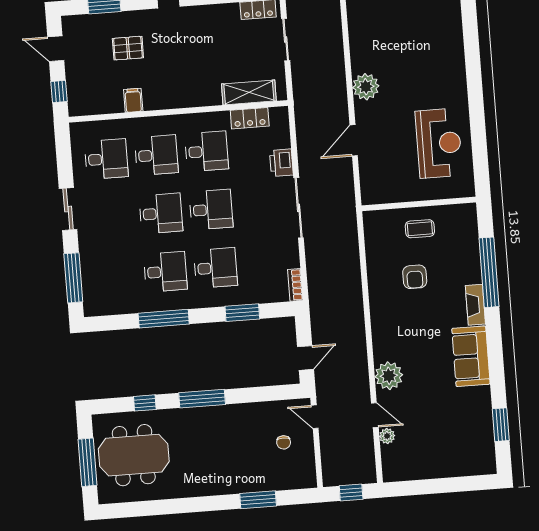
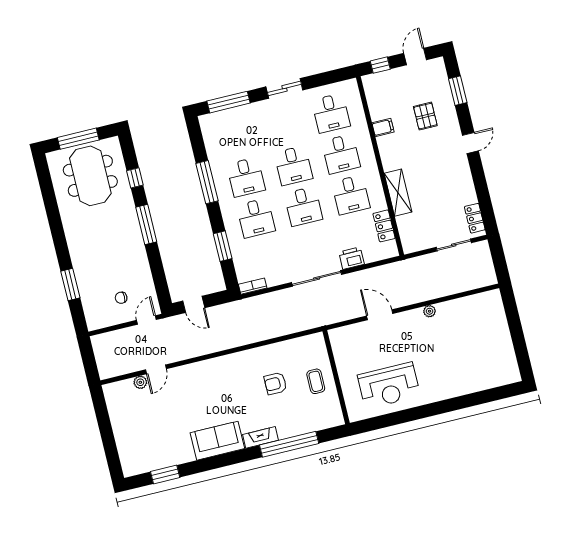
plant: (366, 87) -> (430, 311), width x0.53, depth x0.53
shelving: (249, 92) -> (398, 193), moved
plant: (389, 376) -> (190, 376), removed
window: (351, 493) -> (89, 360), removed

